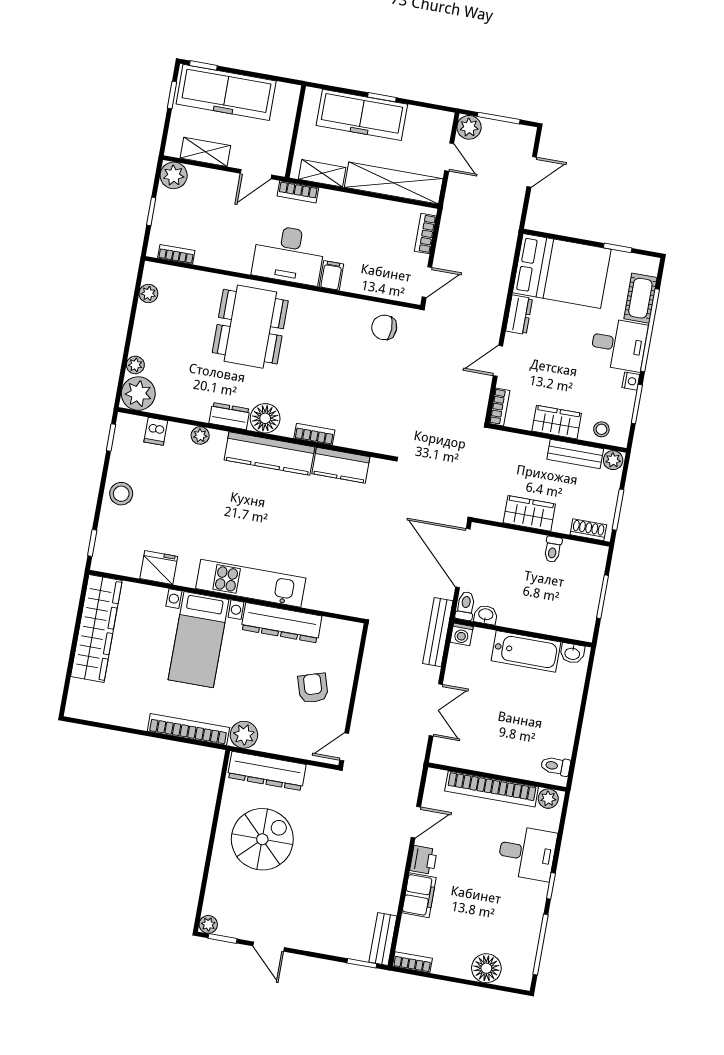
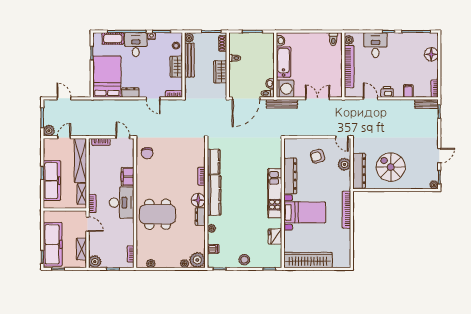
filing cabinet: (331, 275) -> (128, 177), width x2.00
bench: (575, 454) -> (189, 60), width x1.36
washing machine: (462, 634) -> (285, 89), width x1.89, depth x1.89
plant: (244, 735) -> (344, 164), moved
filing cabinet: (419, 895) -> (408, 91), width x0.50

